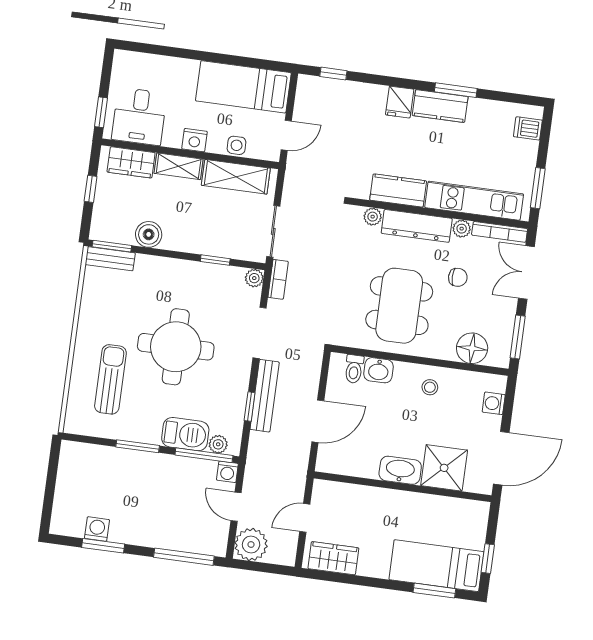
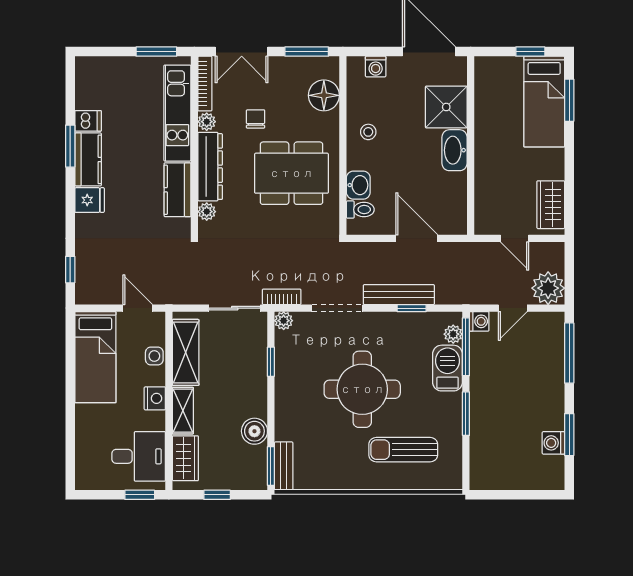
dishwasher: (528, 128) -> (88, 121), moved, turned -90

